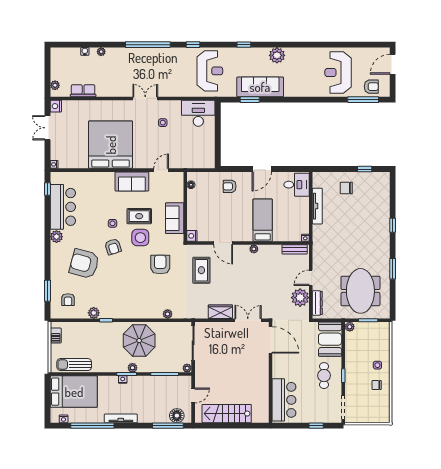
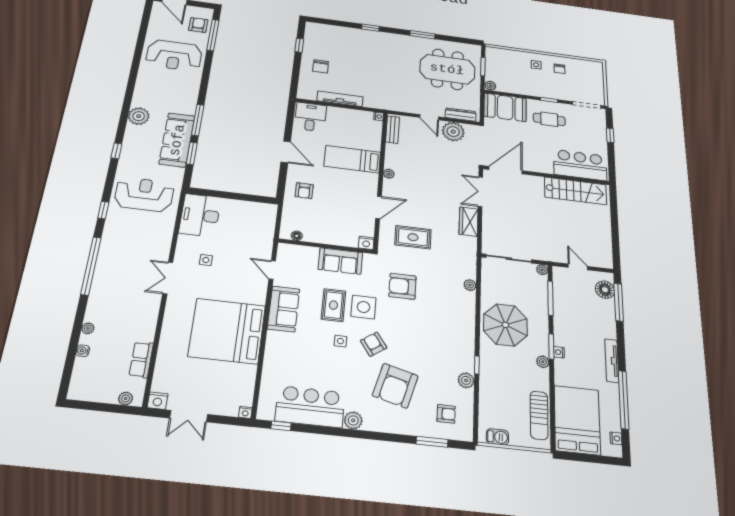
window: (280, 100) -> (198, 120), added
armchair: (113, 247) -> (374, 344), turned -107
plant: (132, 368) -> (543, 362), moved
stairs: (227, 414) -> (575, 191), moved, turned -90

